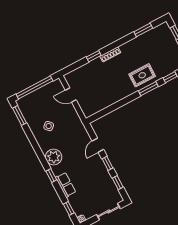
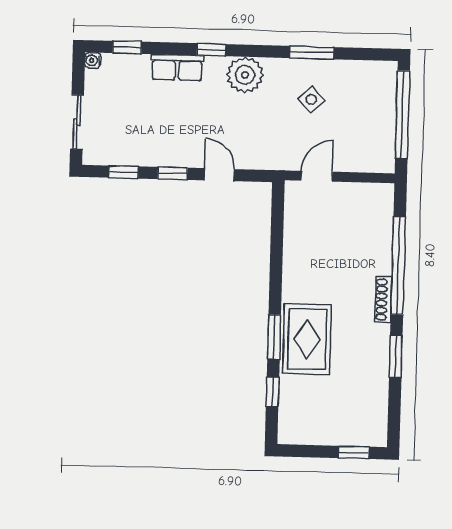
window: (143, 30) -> (396, 357), moved
window: (94, 56) -> (398, 265), width x3.17
rug: (142, 75) -> (307, 339), width x1.36, depth x1.43
door: (71, 95) -> (317, 176), moved
window: (19, 115) -> (312, 53), moved

